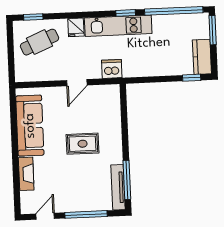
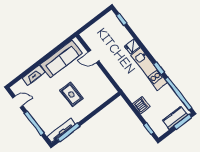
cafe table: (39, 42) -> (110, 32), removed
kitchen counter: (202, 57) -> (175, 118), moved
dishwasher: (112, 69) -> (141, 105), moved
door: (77, 83) -> (94, 57), moved

